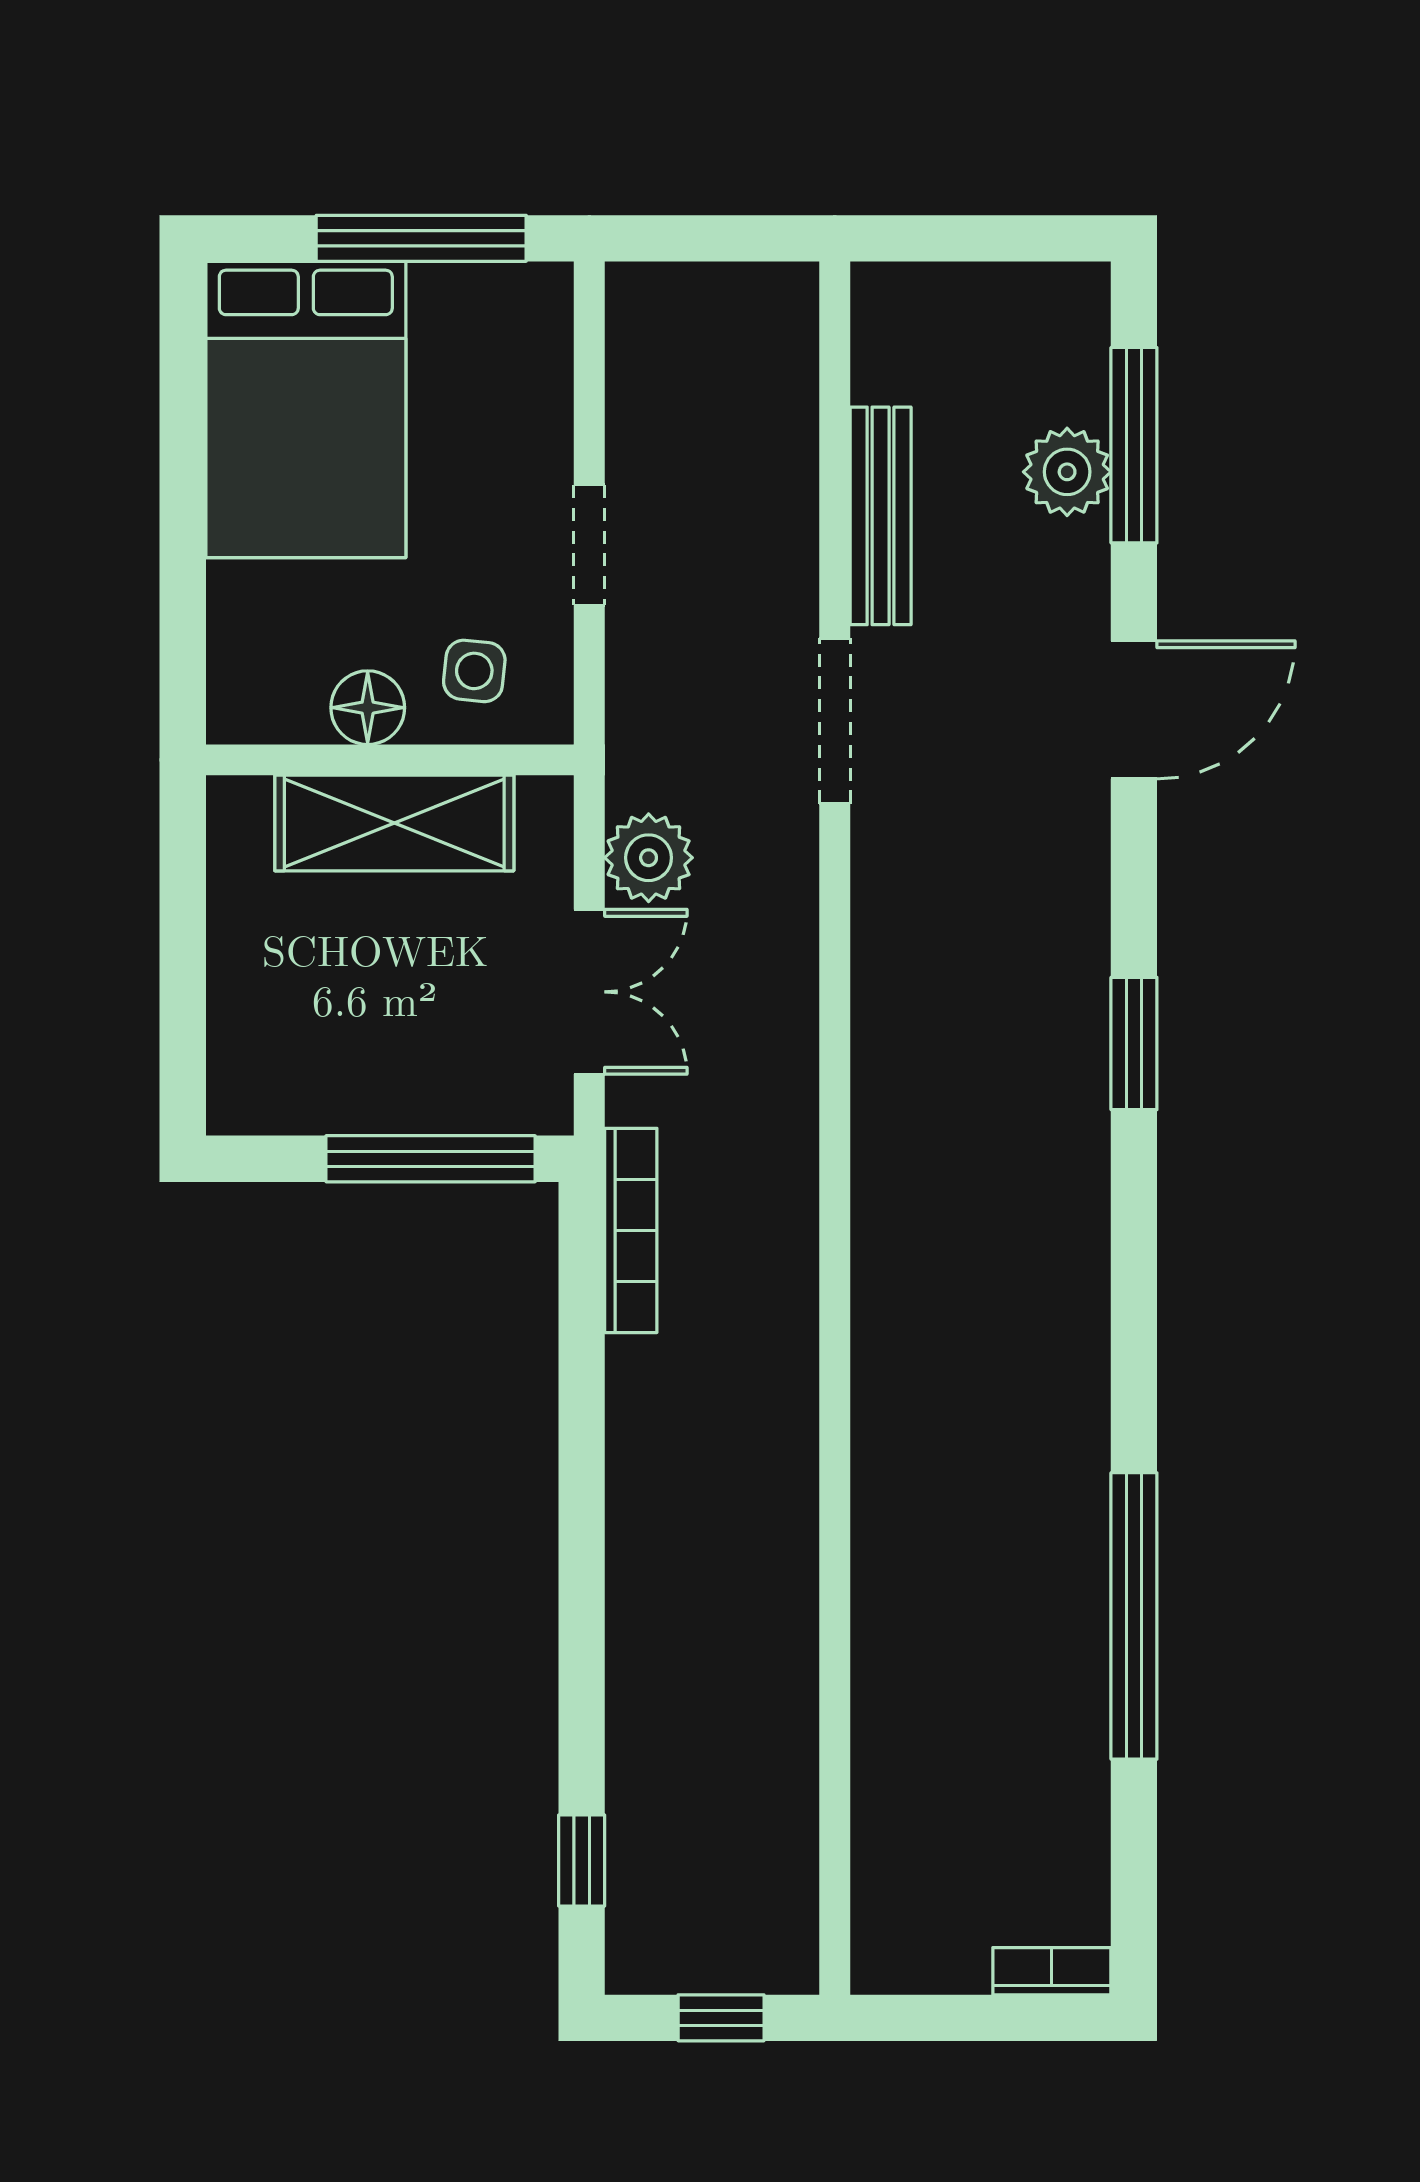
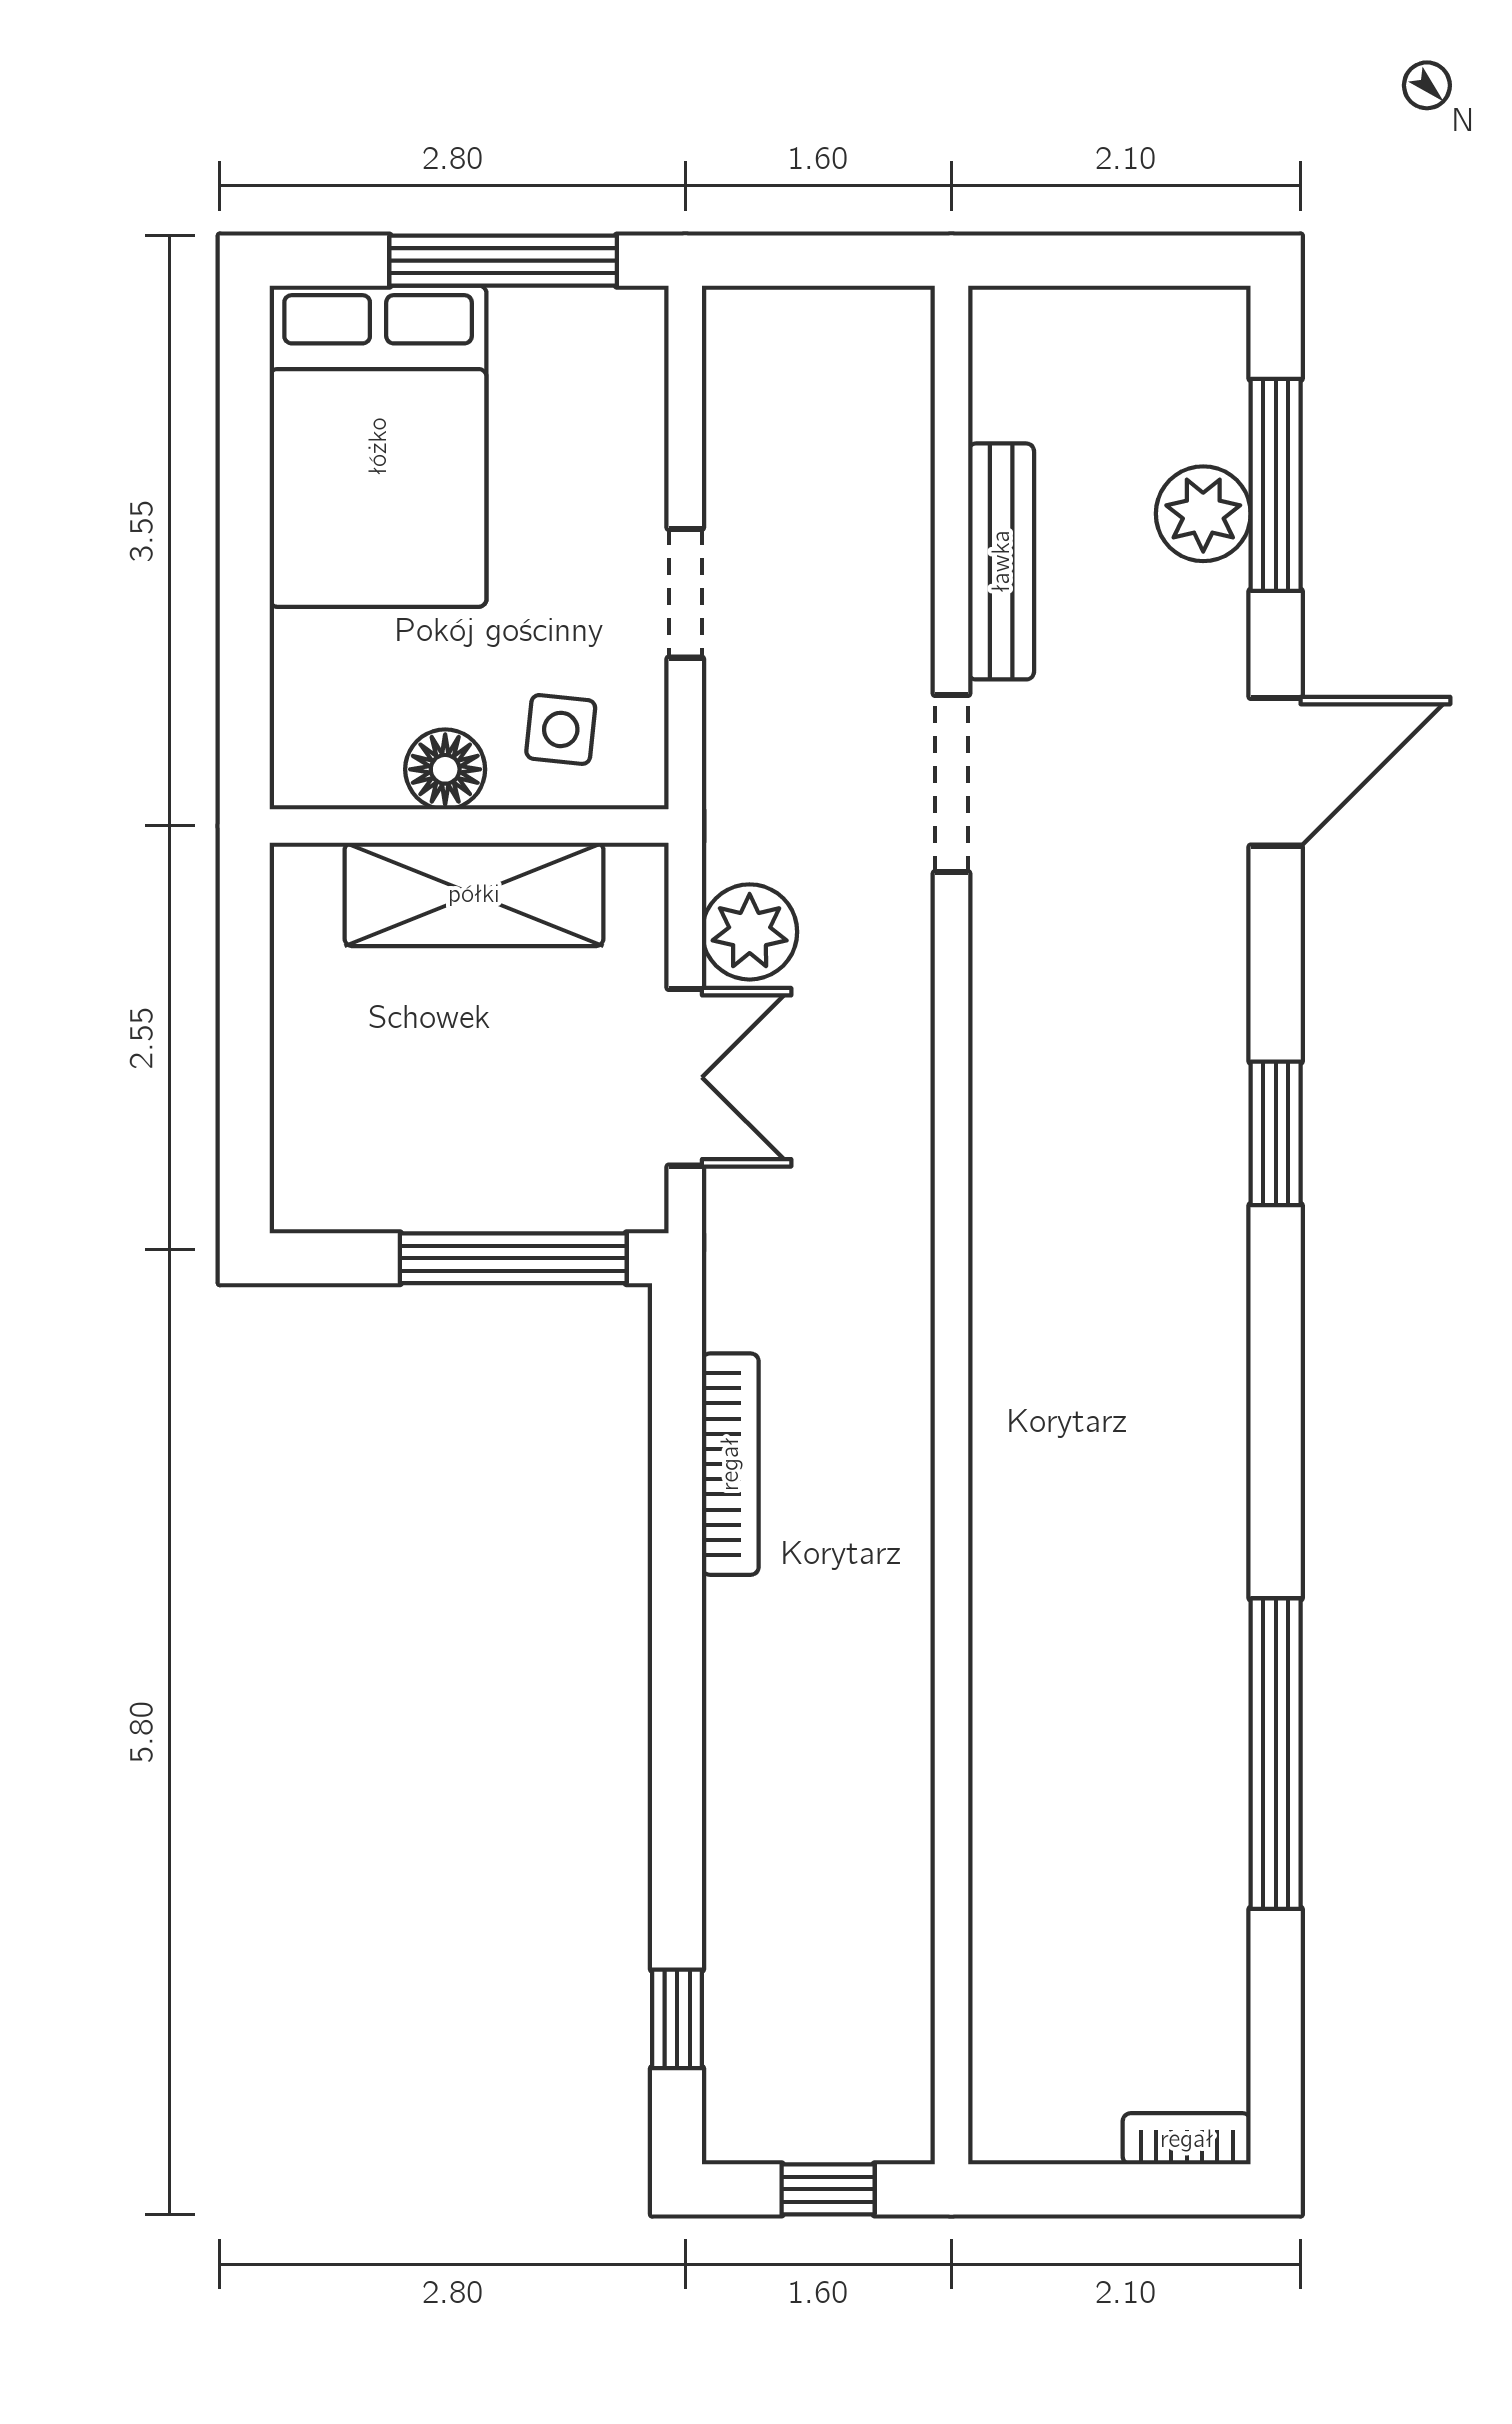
bookcase: (631, 1230) -> (730, 1464), moved

